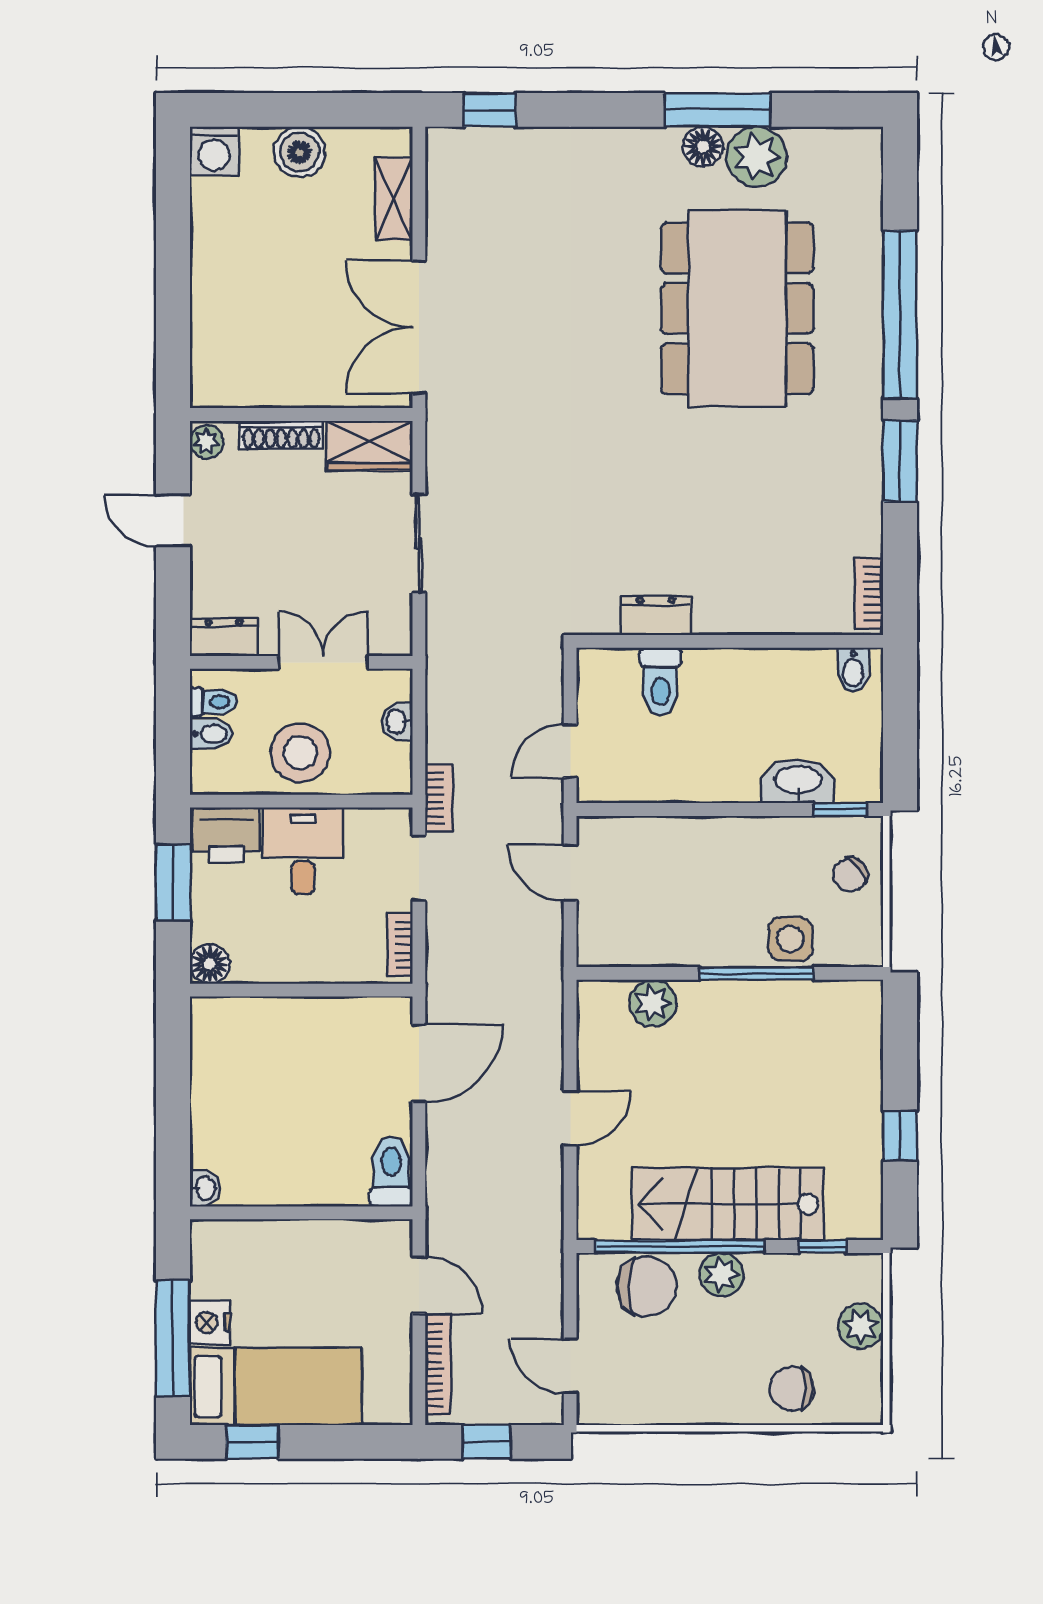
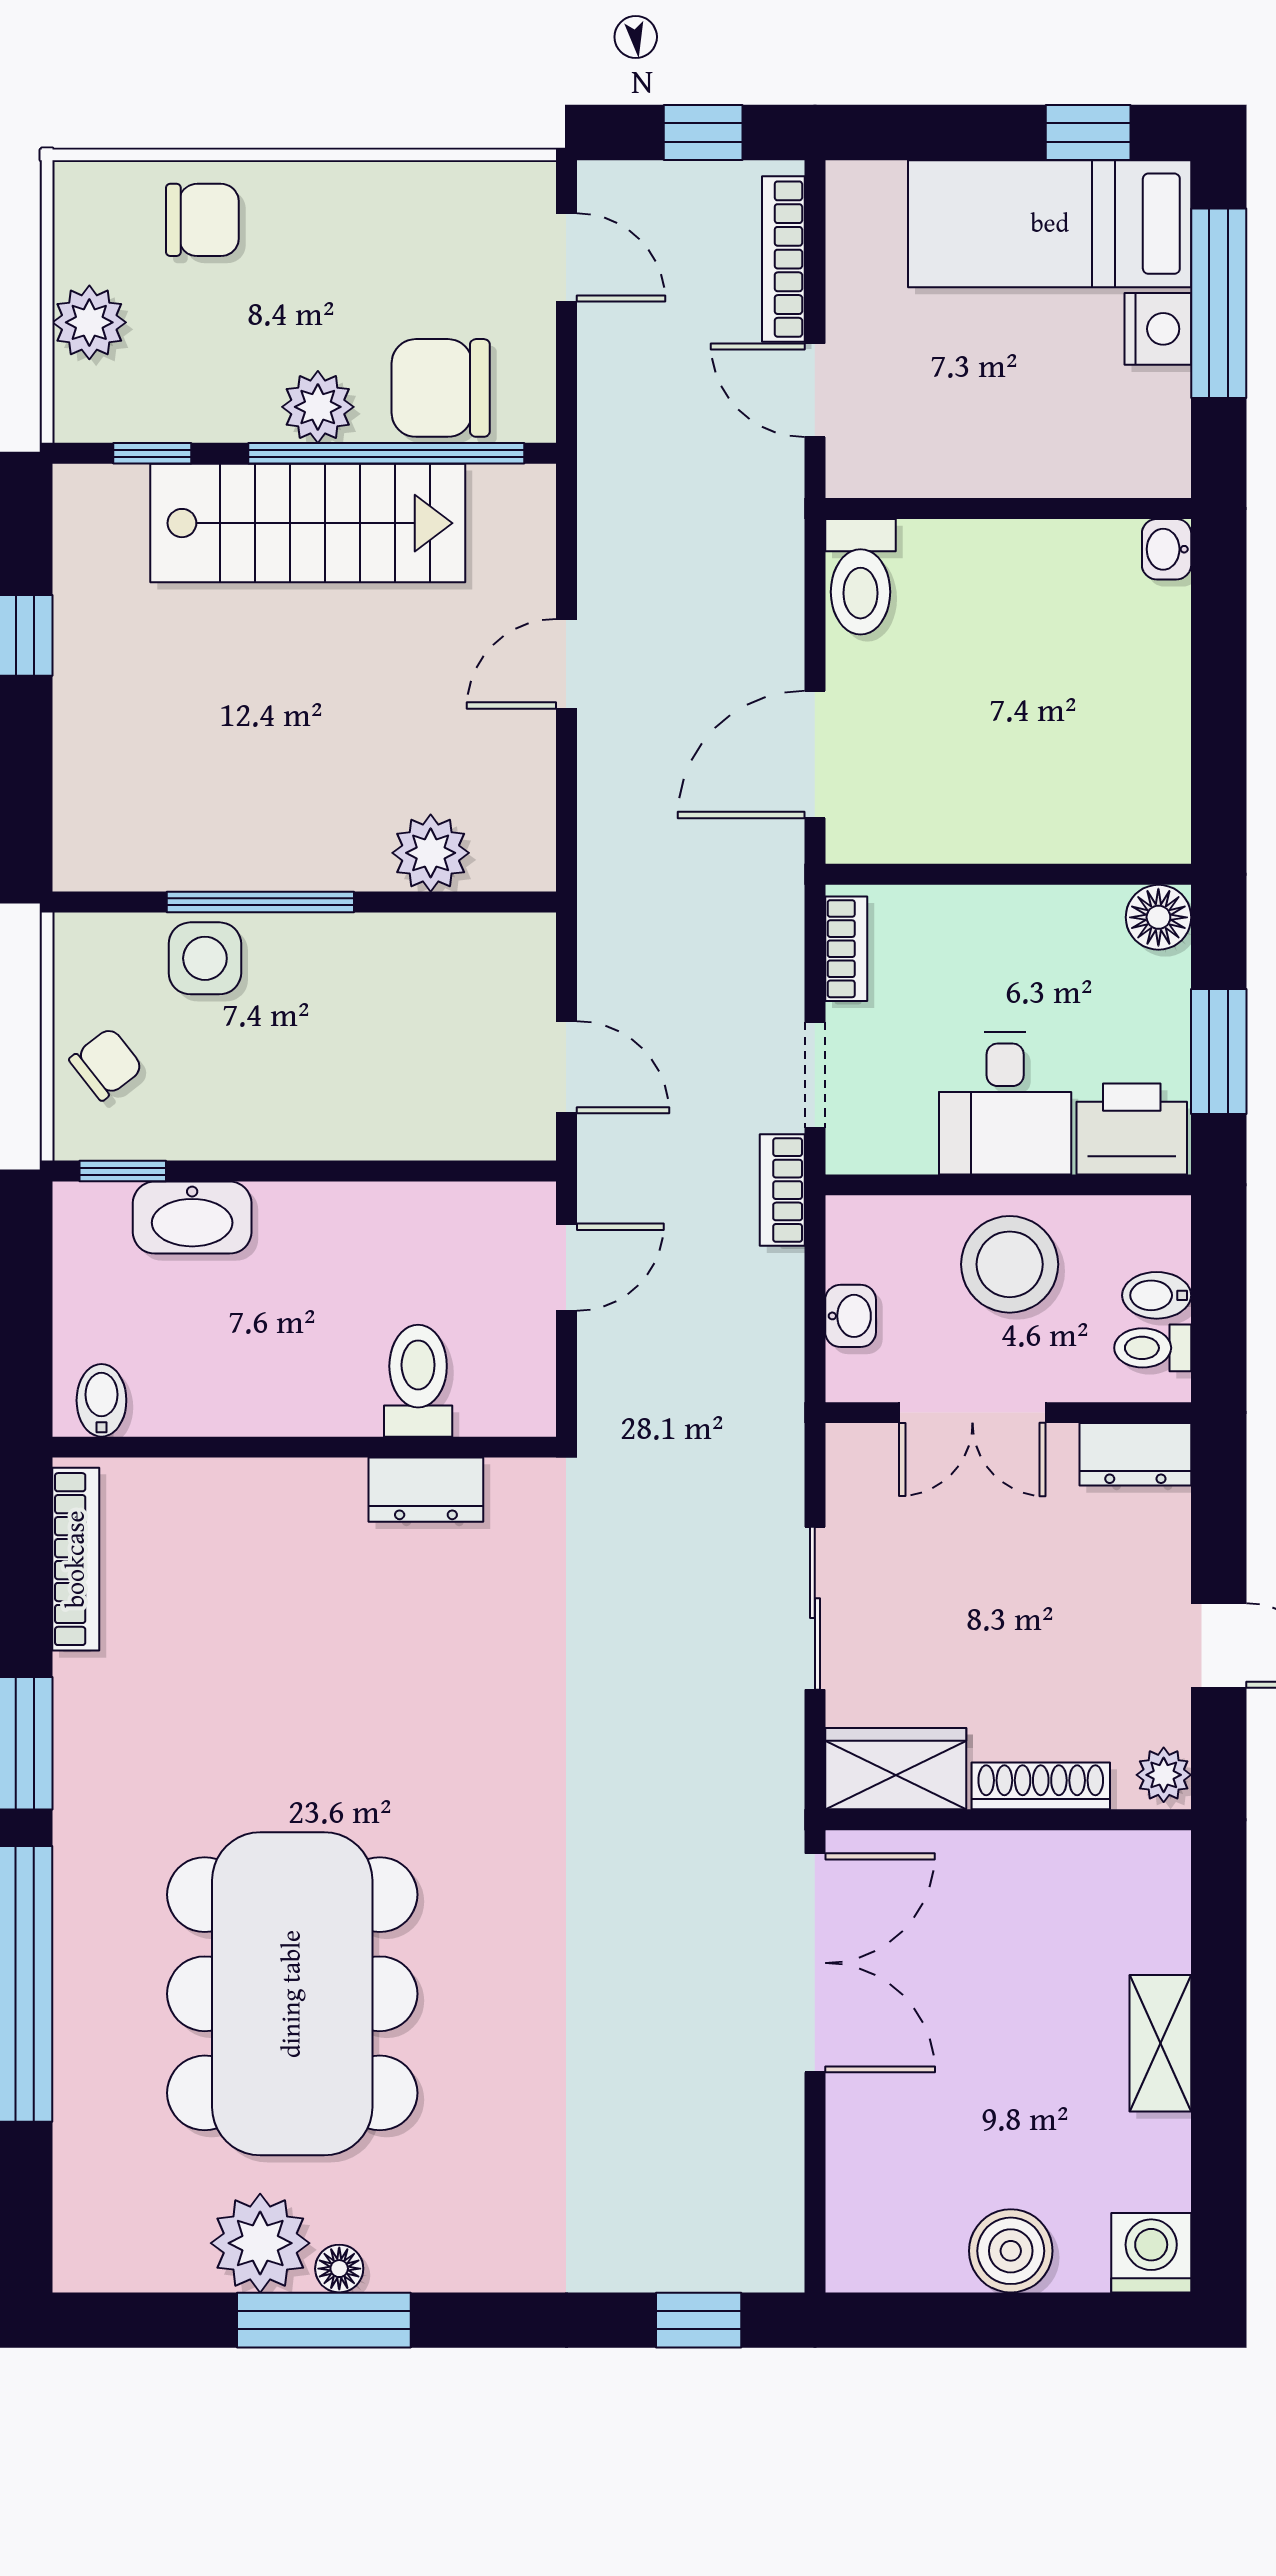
floor lamp: (703, 147) -> (339, 2269), width x0.73, depth x0.73
shelving: (394, 199) -> (1160, 2043), moved
bookcase: (869, 593) -> (76, 1559), width x1.56

